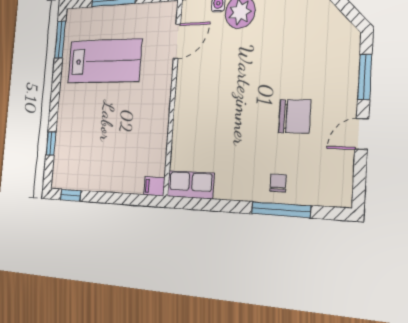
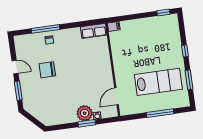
window: (60, 40) -> (189, 80), moved
lab bench: (104, 61) -> (158, 82), turned 180
door: (362, 134) -> (15, 67), hinge flipped
window: (51, 144) -> (185, 51), moved

